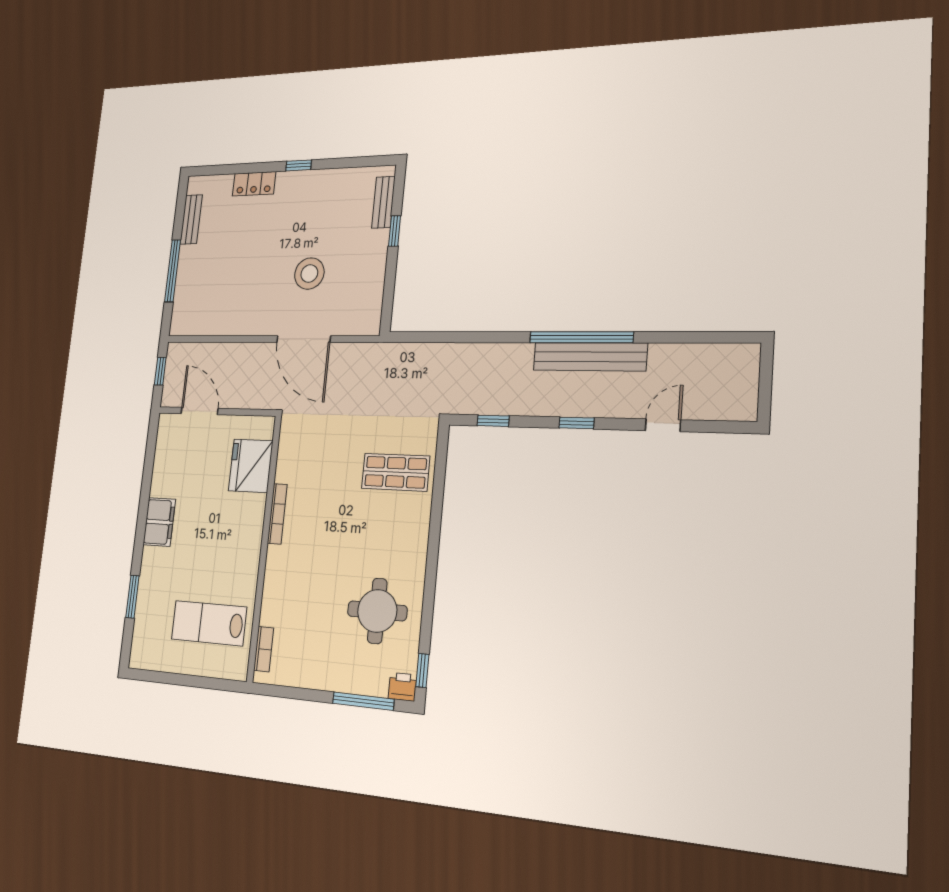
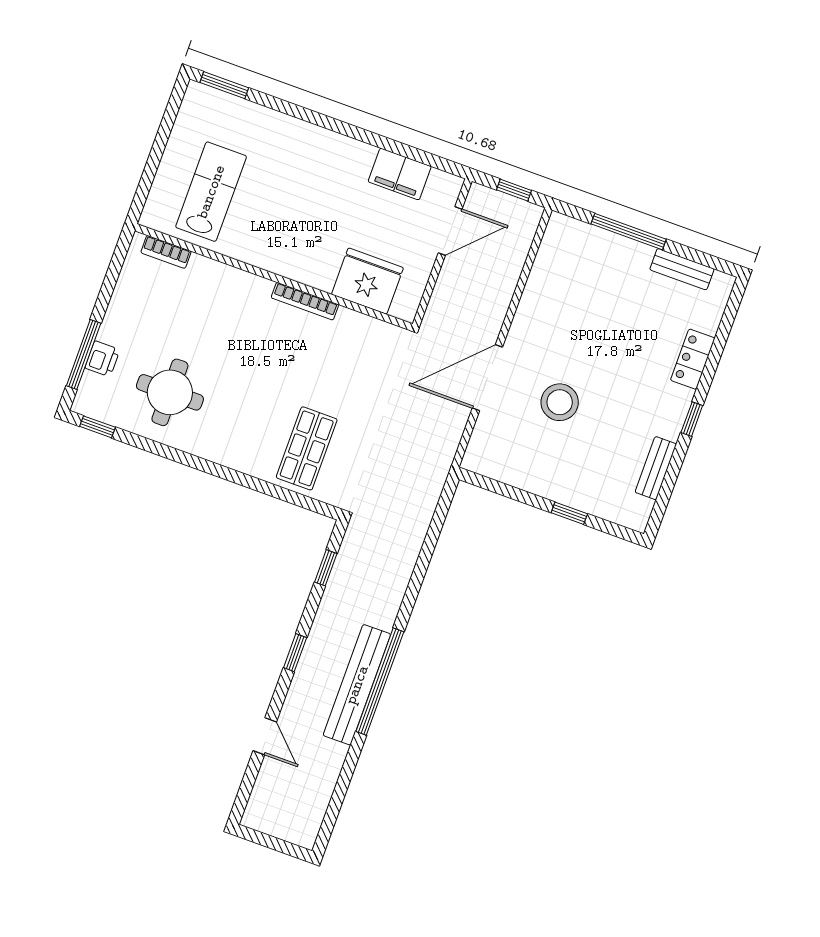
bench: (383, 202) -> (656, 468), moved, turned 90
filing cabinet: (159, 522) -> (400, 174), moved
window: (132, 597) -> (224, 85), moved
printer: (402, 687) -> (102, 359), moved

